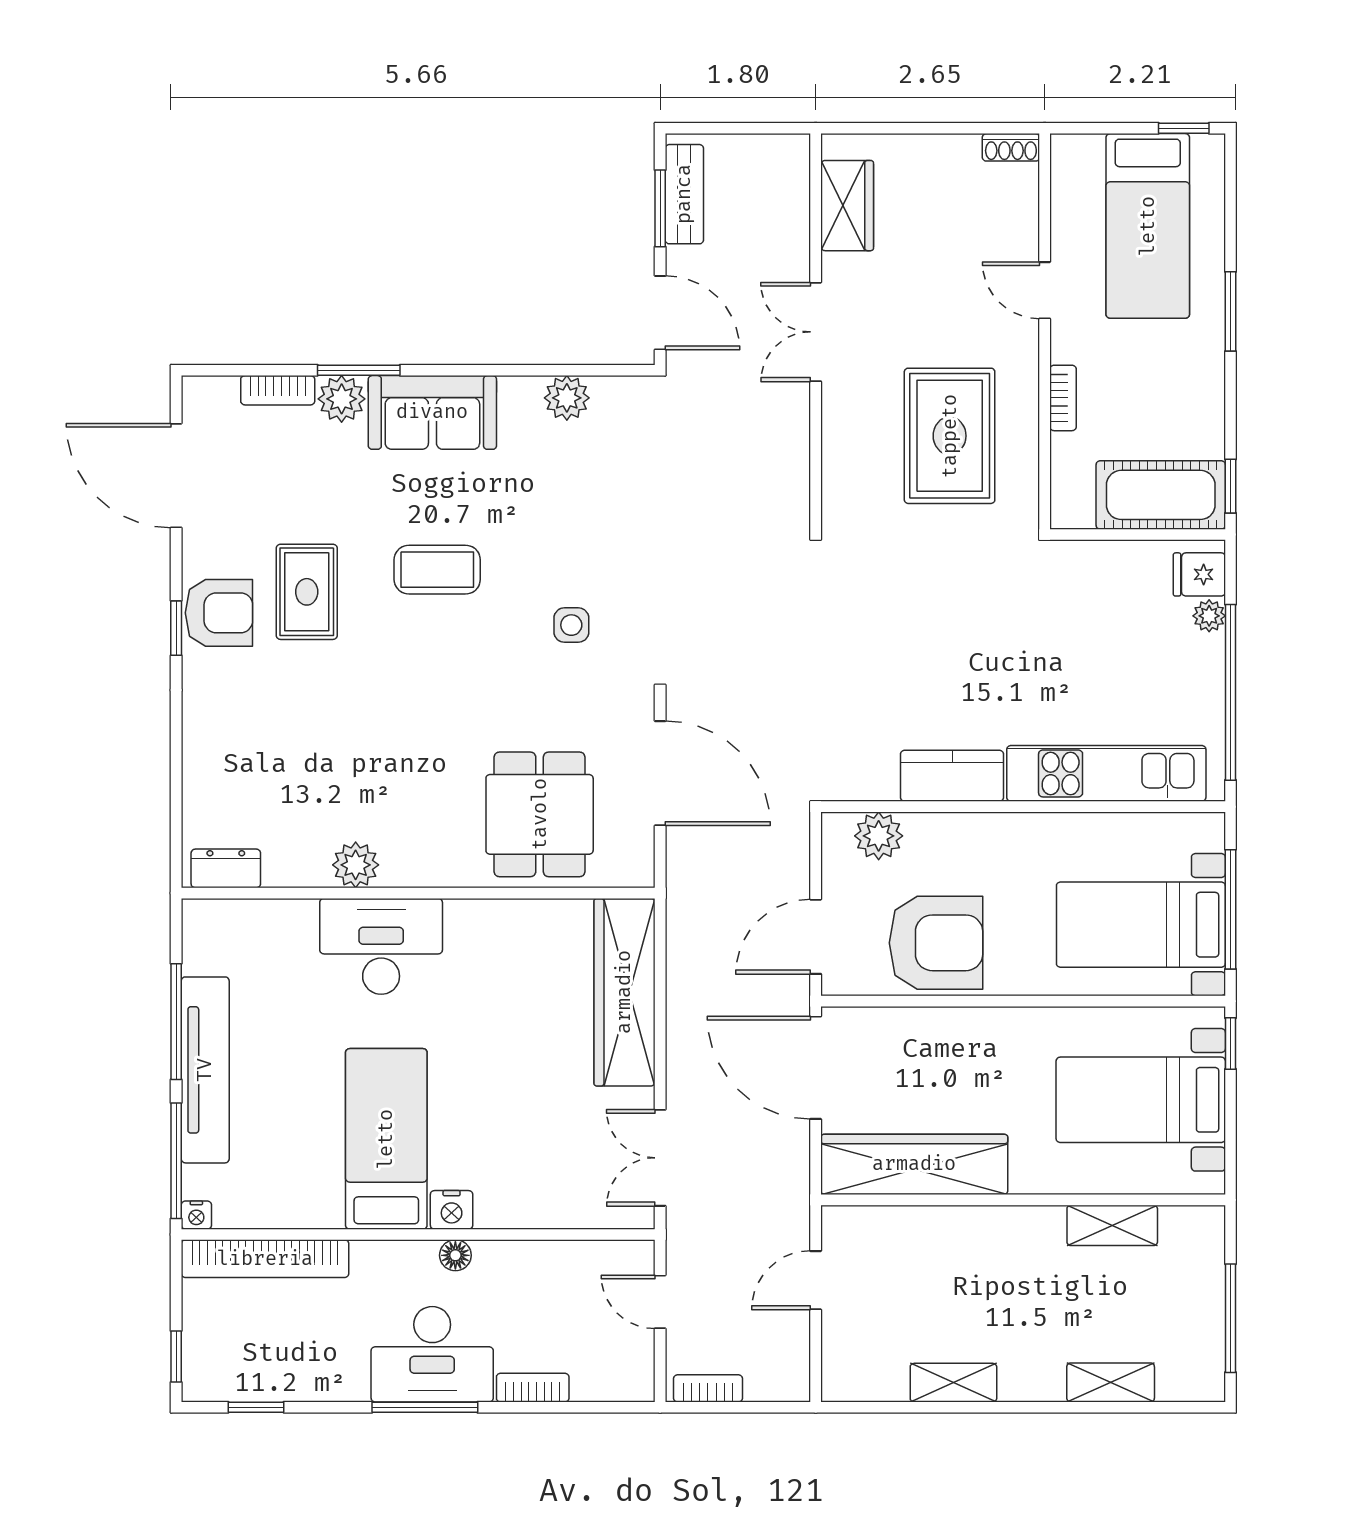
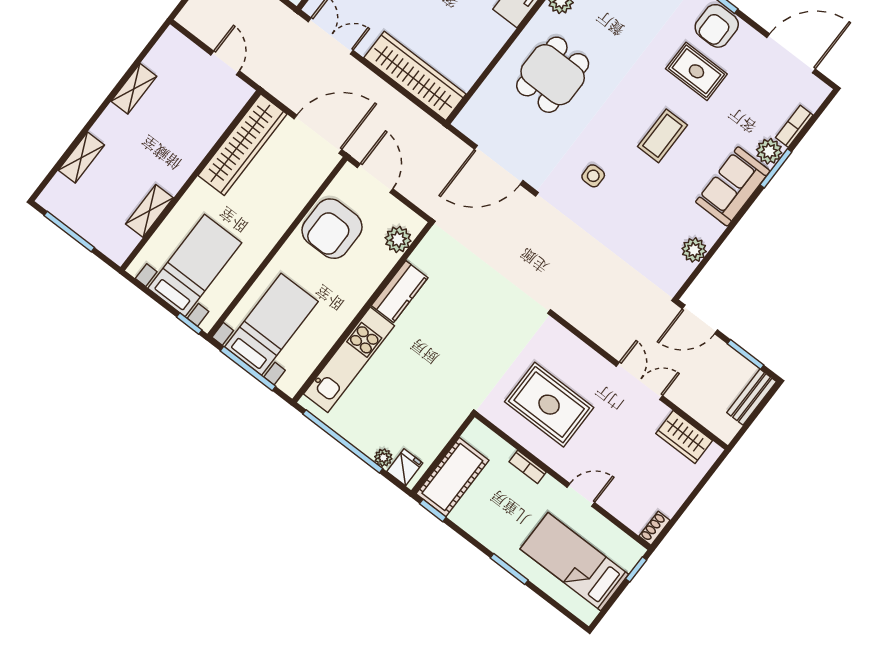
window: (1184, 128) -> (636, 569), moved
bench: (684, 194) -> (752, 397), moved, turned 90
dining table: (540, 814) -> (553, 75), moved, turned 90

